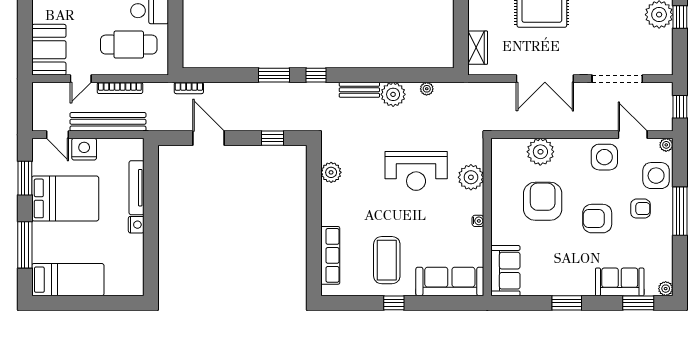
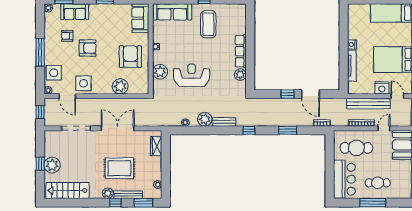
window: (274, 75) -> (288, 130), moved
window: (273, 138) -> (287, 94), moved
armchair: (543, 201) -> (130, 57), moved, turned 180
armchair: (640, 209) -> (67, 36), moved
row of seats: (330, 255) -> (241, 51), moved

